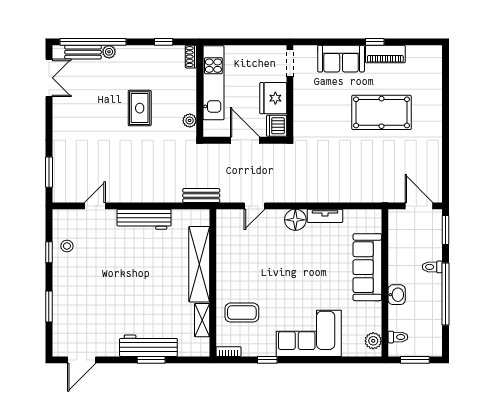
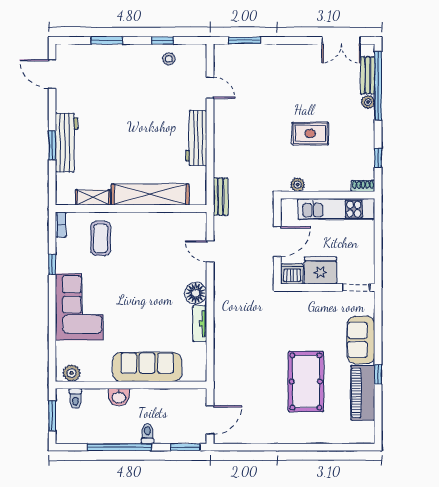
piano: (385, 54) -> (363, 393), width x1.37, depth x1.33

